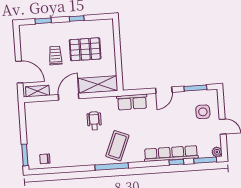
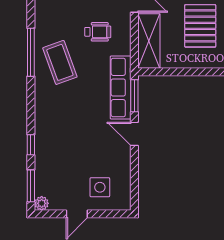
window: (195, 88) -> (134, 96), moved
row of seats: (132, 102) -> (121, 87), width x1.48
coffee table: (117, 146) -> (60, 62), turned 48
row of seats: (171, 154) -> (44, 138), removed

